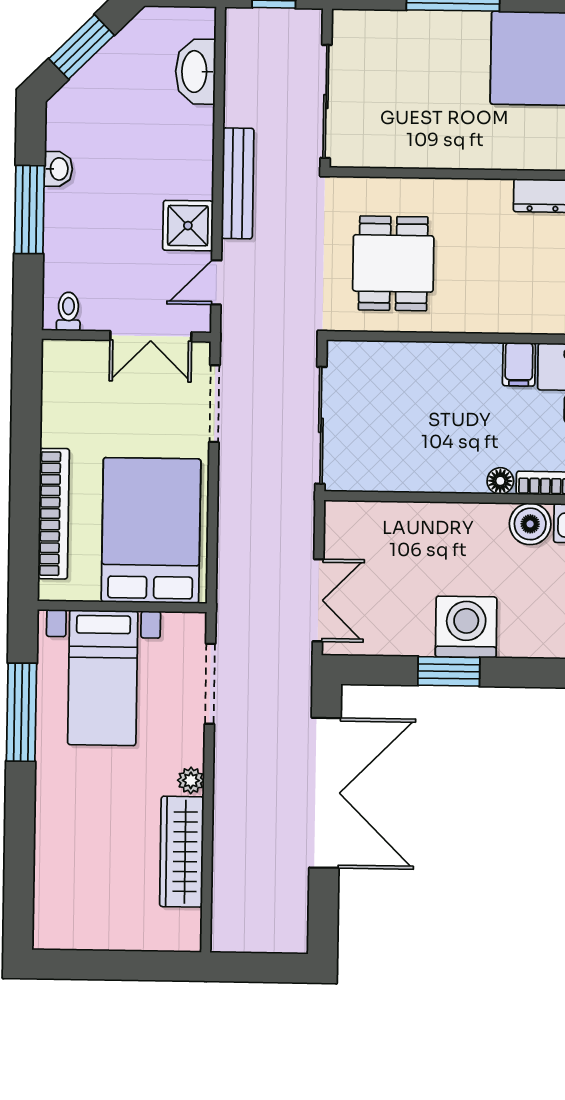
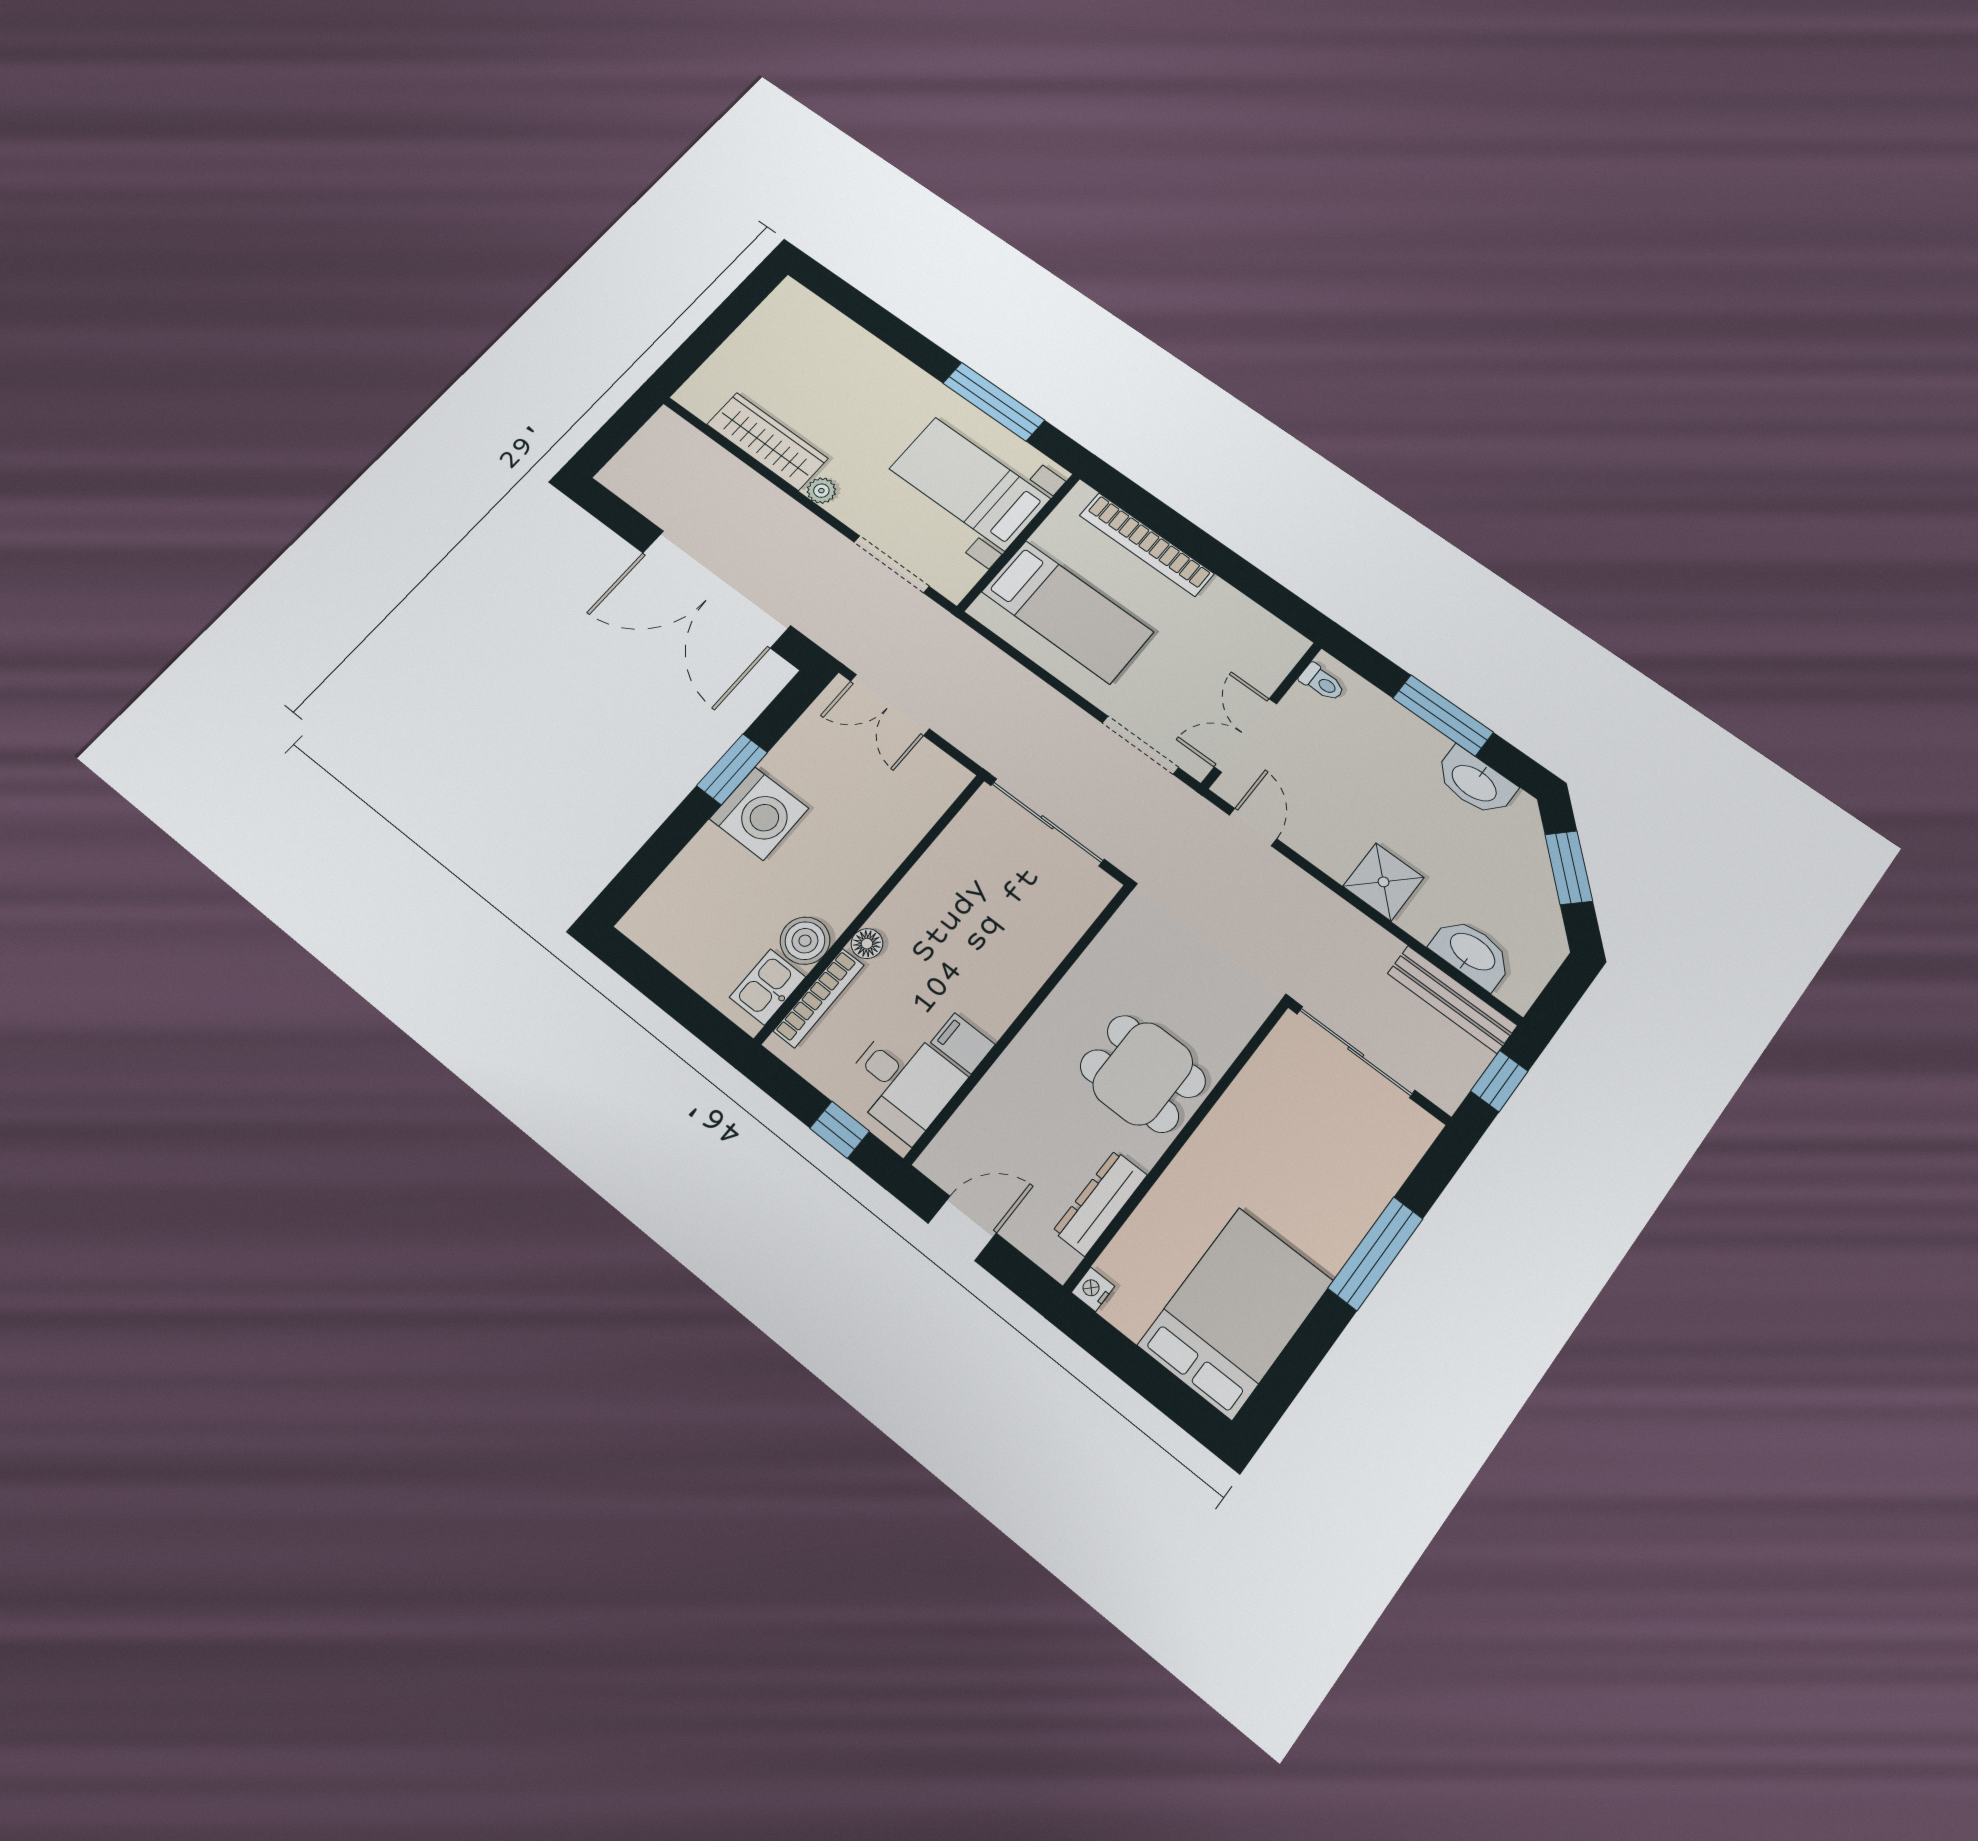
washbasin: (58, 169) -> (1475, 782), width x1.91, depth x1.45
bench: (238, 183) -> (1452, 999), moved
shower: (188, 226) -> (1384, 882), moved
dining table: (393, 263) -> (1143, 1074), moved
bed: (151, 530) -> (1067, 612), width x0.67

